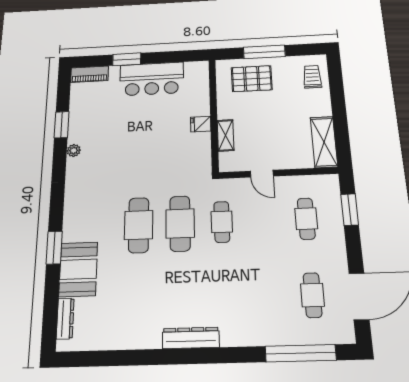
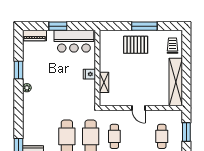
wall: (214, 114) -> (97, 68), moved
fridge: (201, 124) -> (89, 74), moved
shelving: (226, 135) -> (104, 82), moved
shelving: (324, 142) -> (176, 82), width x1.47

